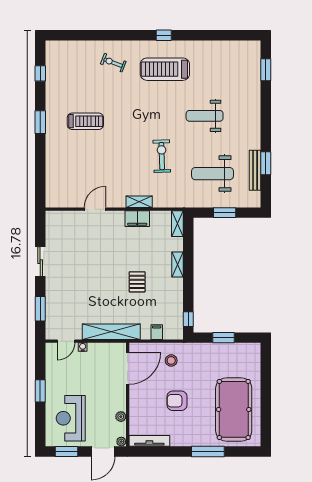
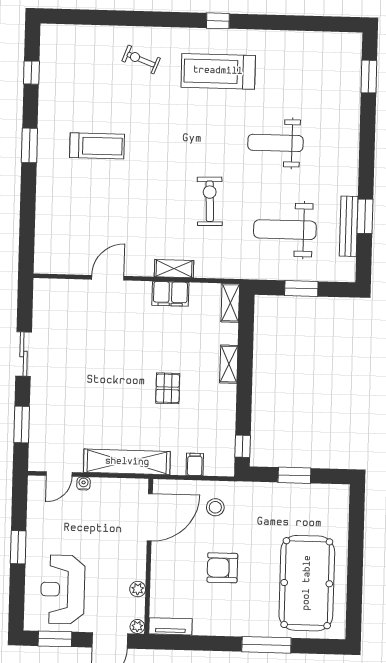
tv unit: (149, 441) -> (170, 626), width x0.71

